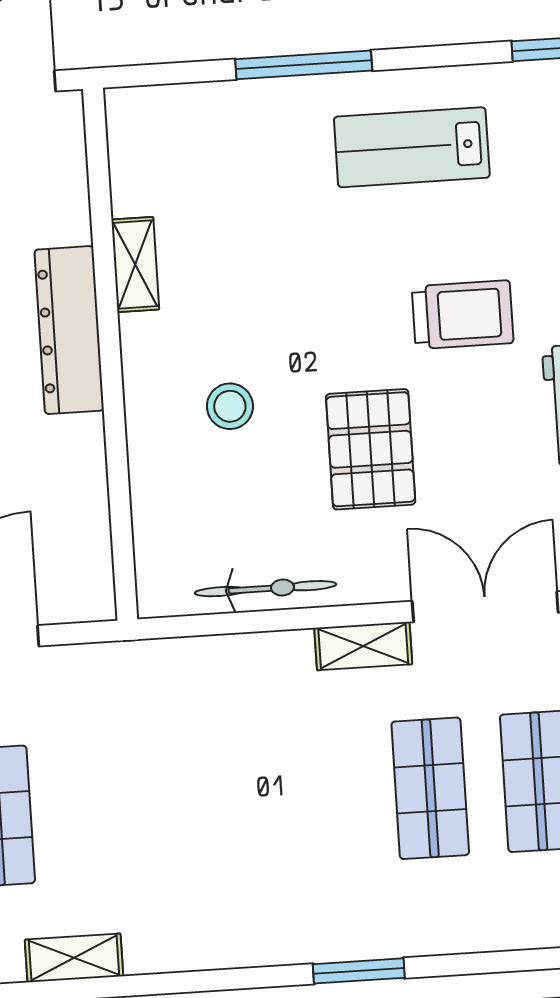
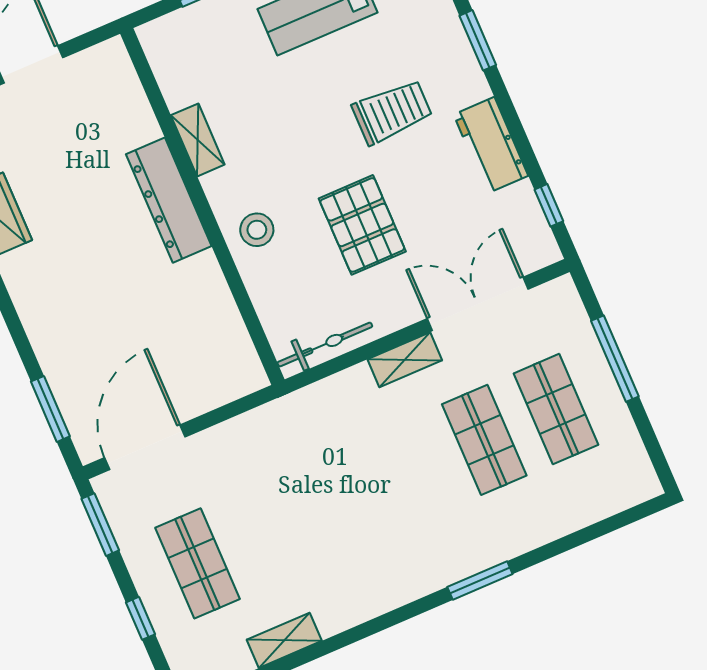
shelving: (135, 265) -> (198, 140), moved
dresser: (69, 330) -> (169, 200), moved
wall: (110, 354) -> (202, 207), moved

